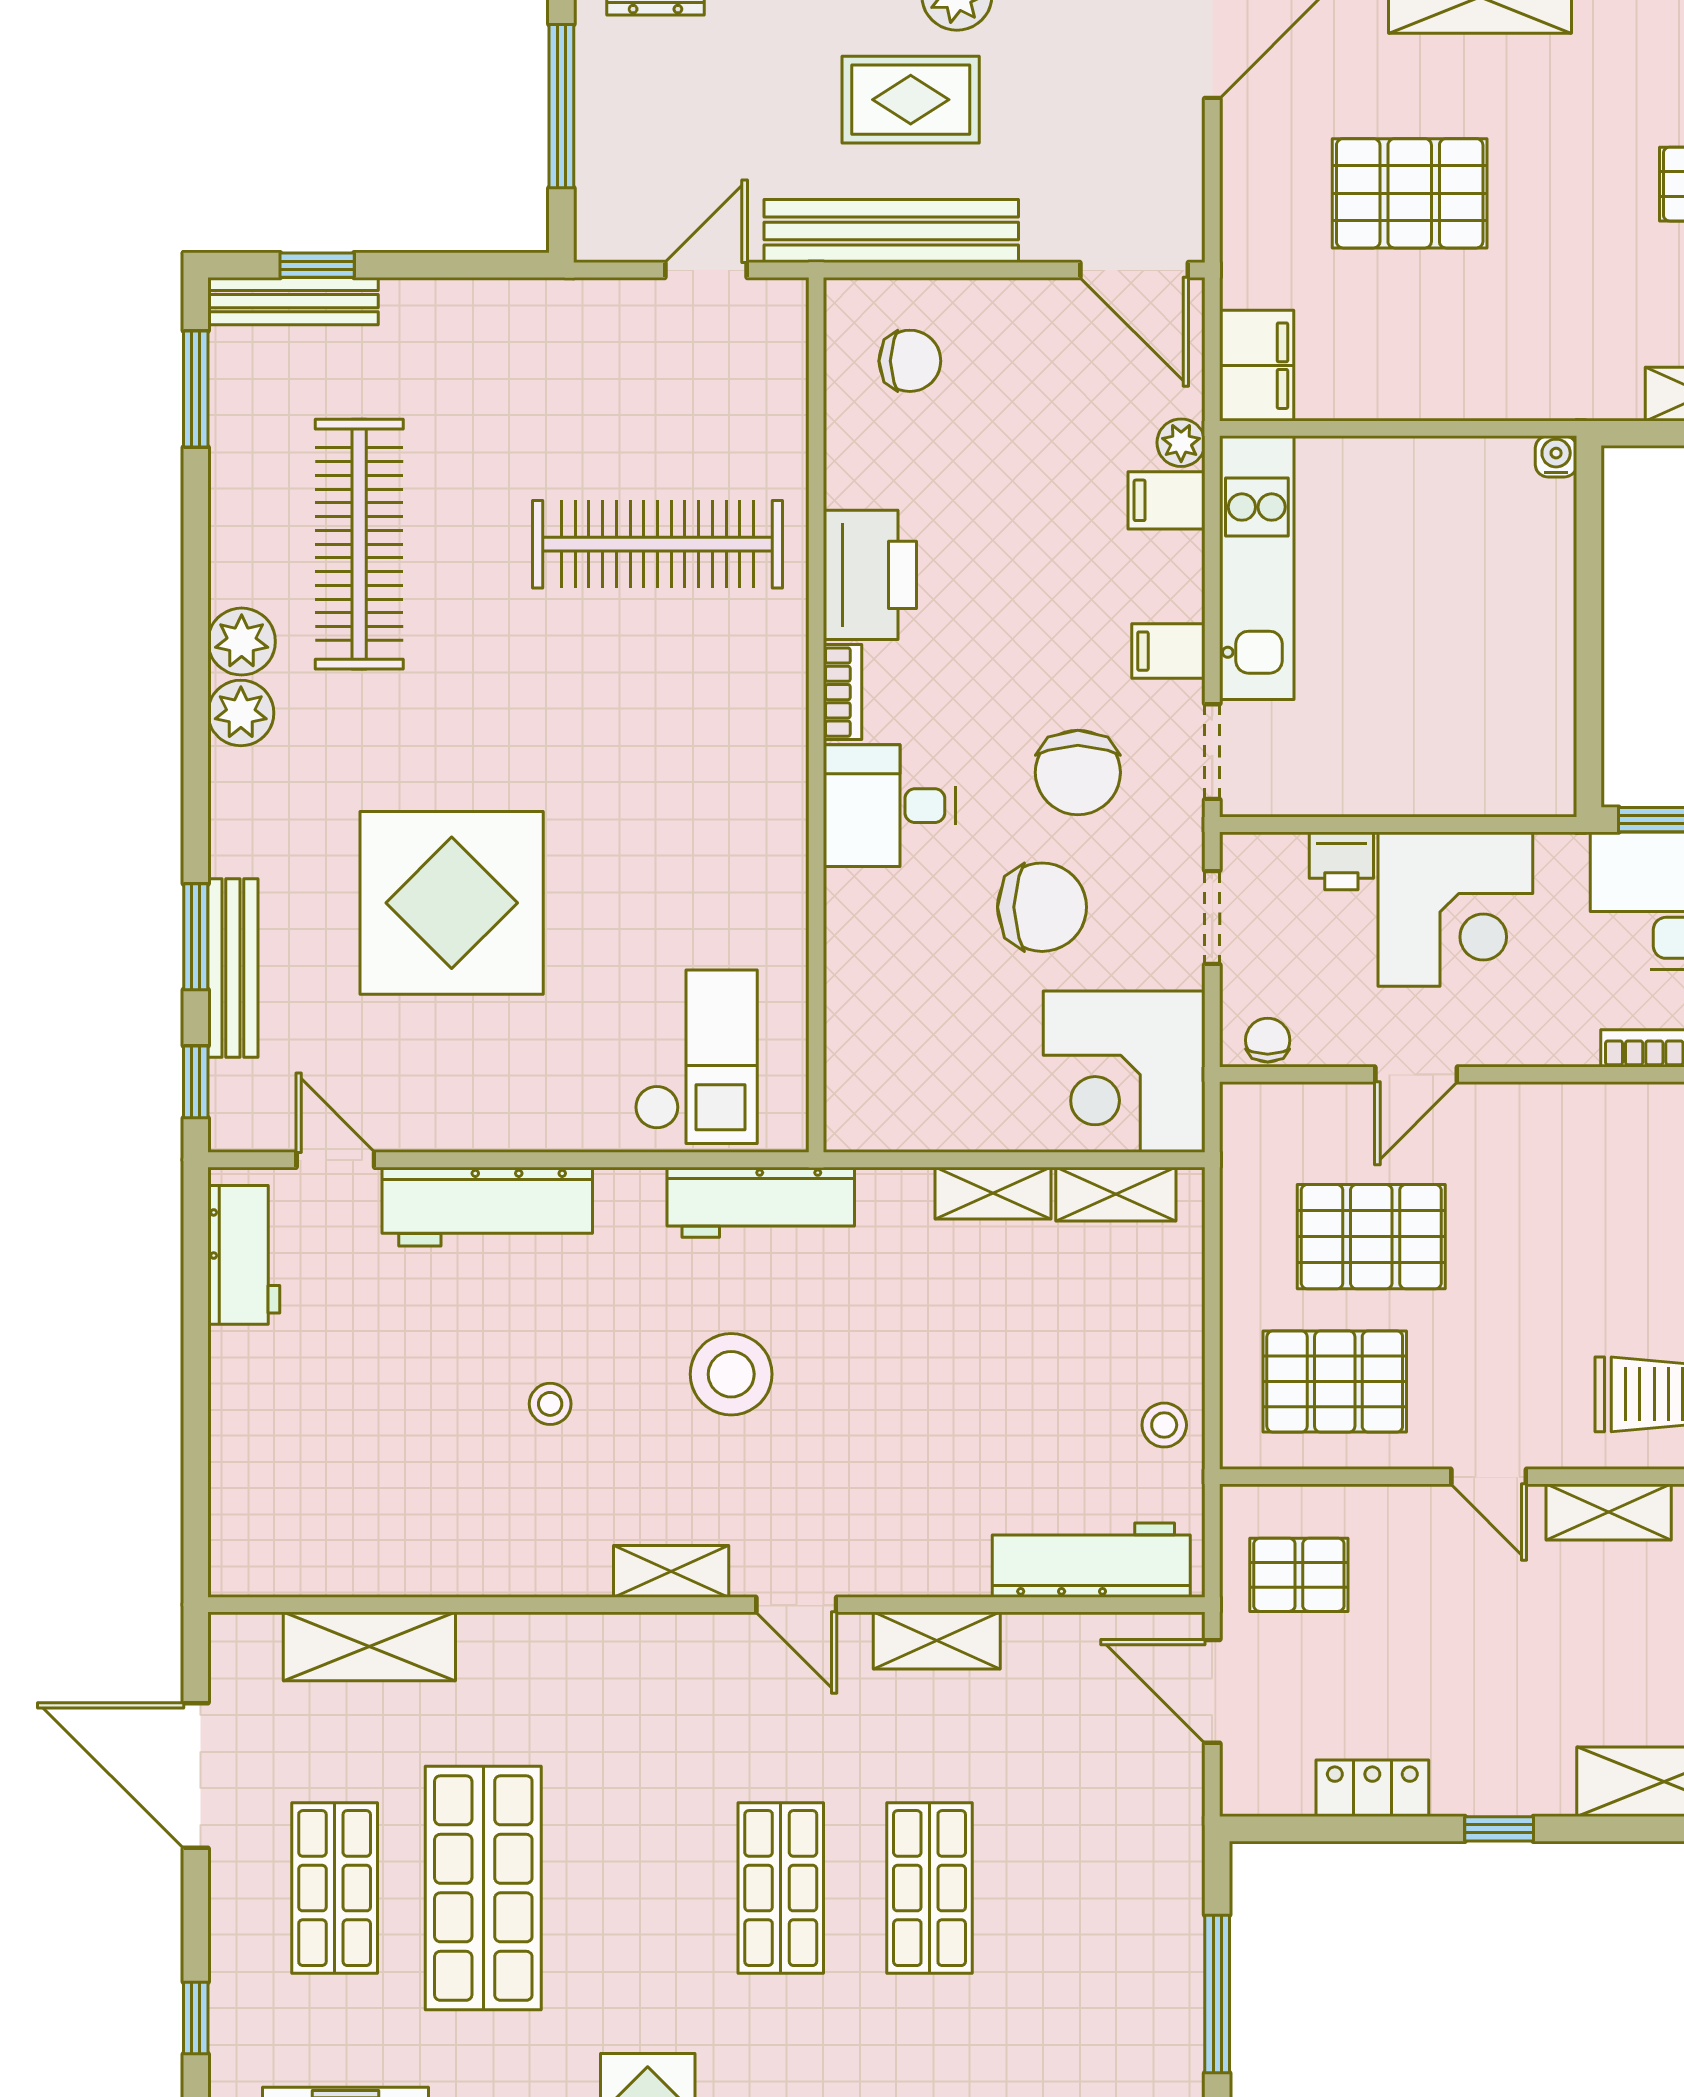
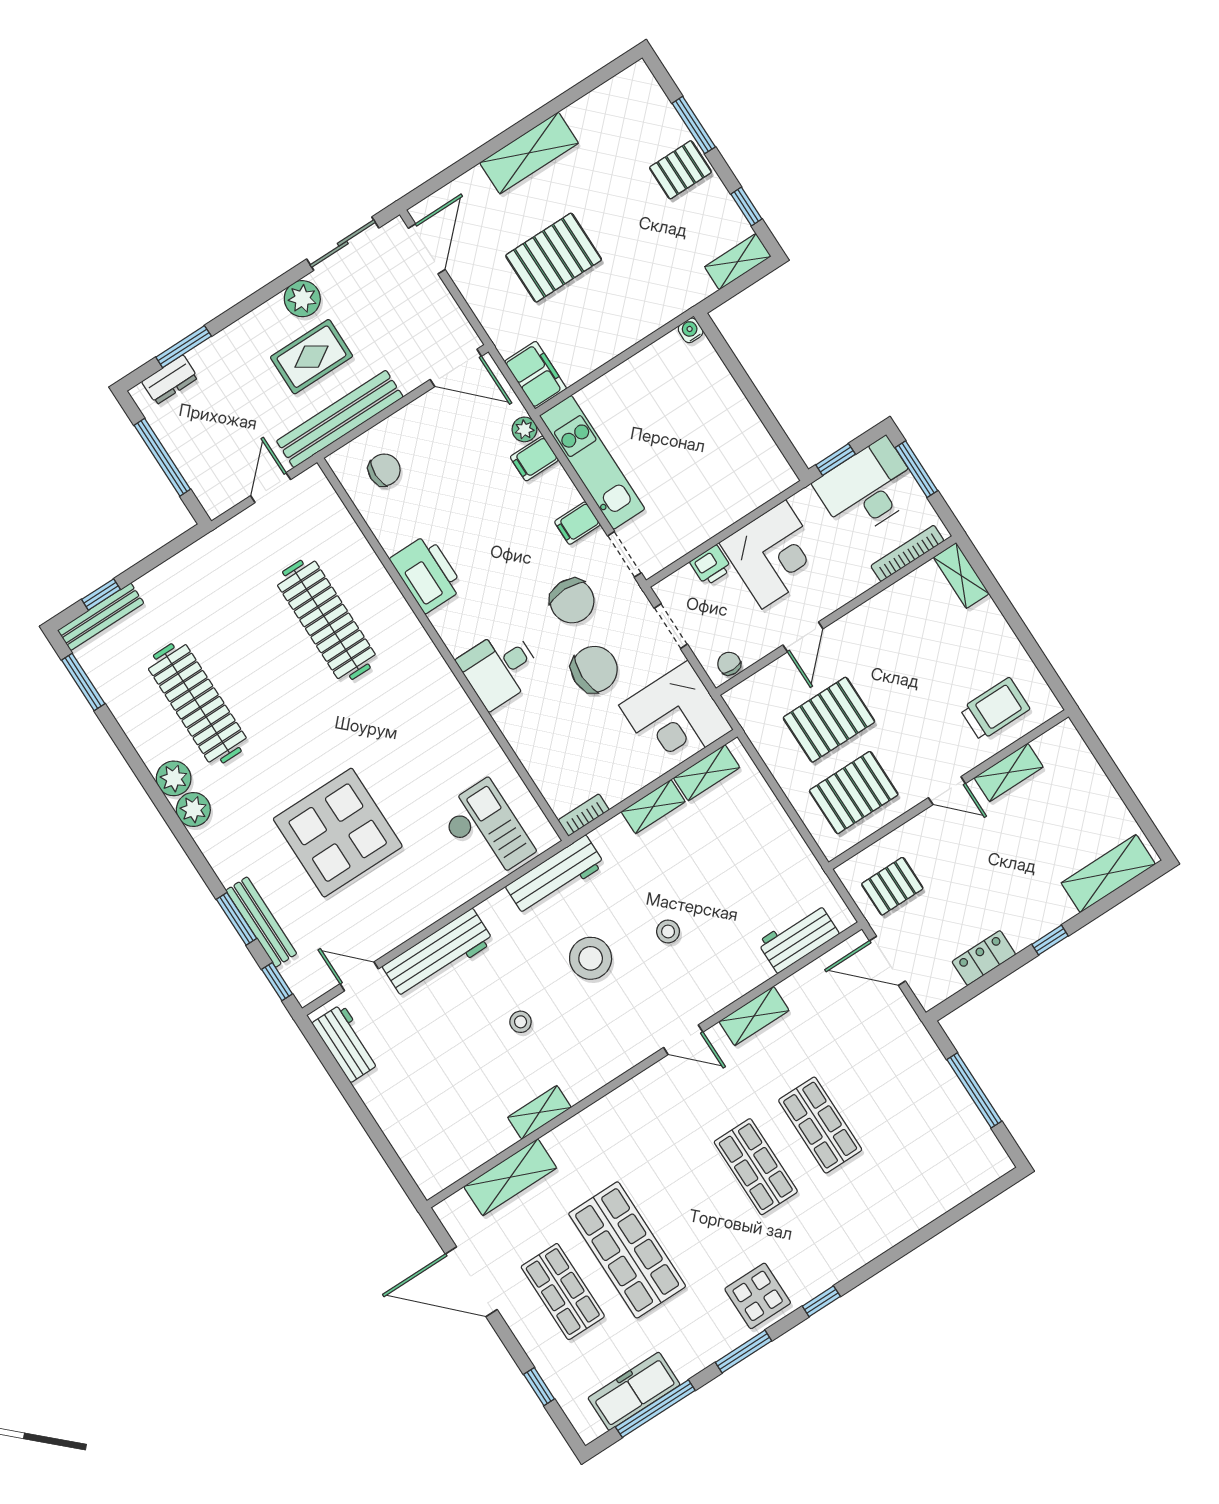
clothes rail: (658, 544) -> (326, 620), turned 90
bookcase: (842, 692) -> (584, 815), moved, turned -90
stool: (1164, 1425) -> (668, 931), moved
workbench: (1091, 1560) -> (798, 938), width x0.73
shelving: (671, 1571) -> (539, 1112), moved

